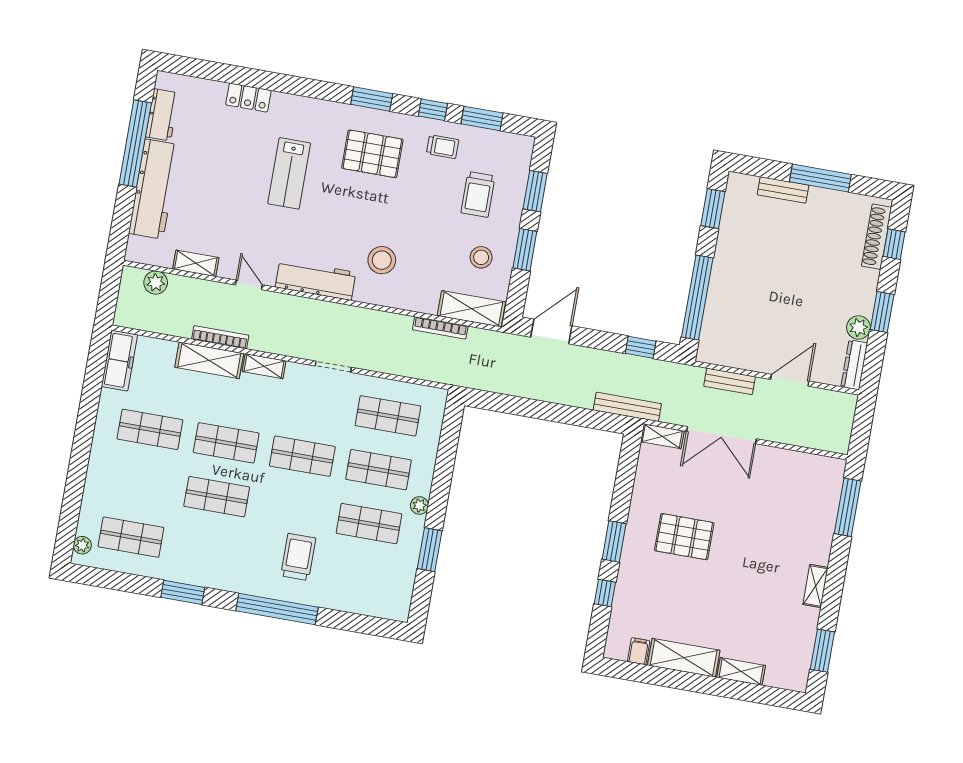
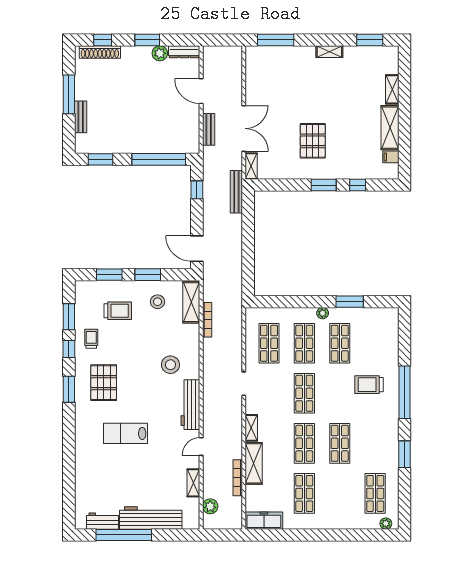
locker: (248, 98) -> (82, 468), removed
lab bench: (289, 173) -> (126, 433), turned 180
bookcase: (220, 337) -> (238, 478), moved

